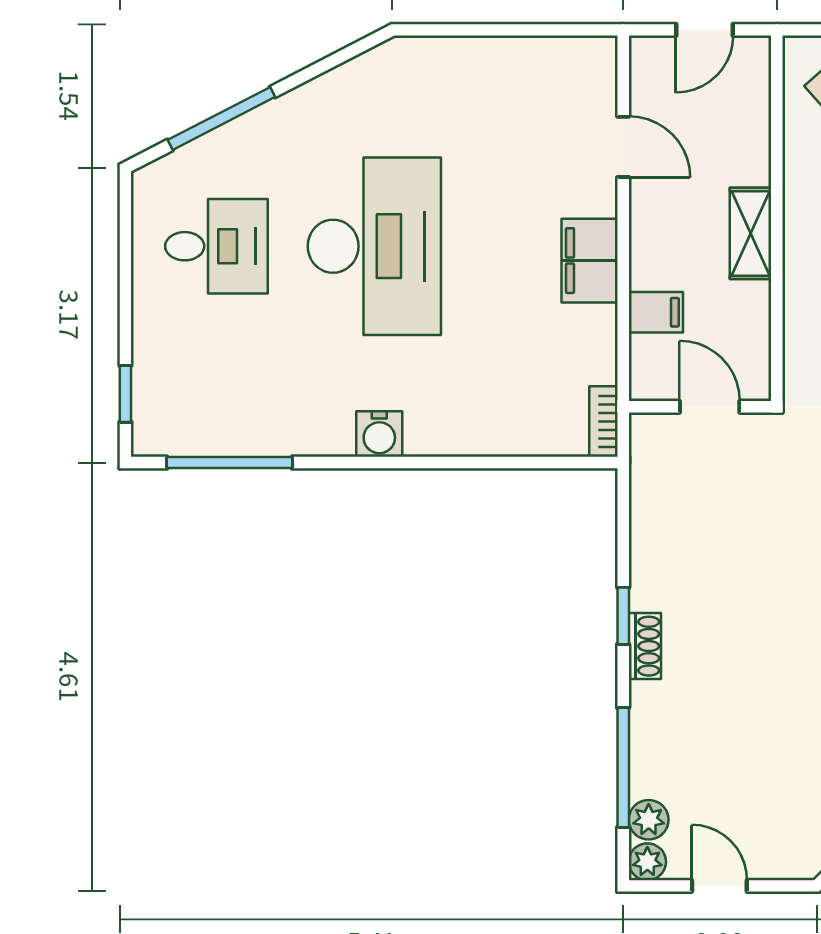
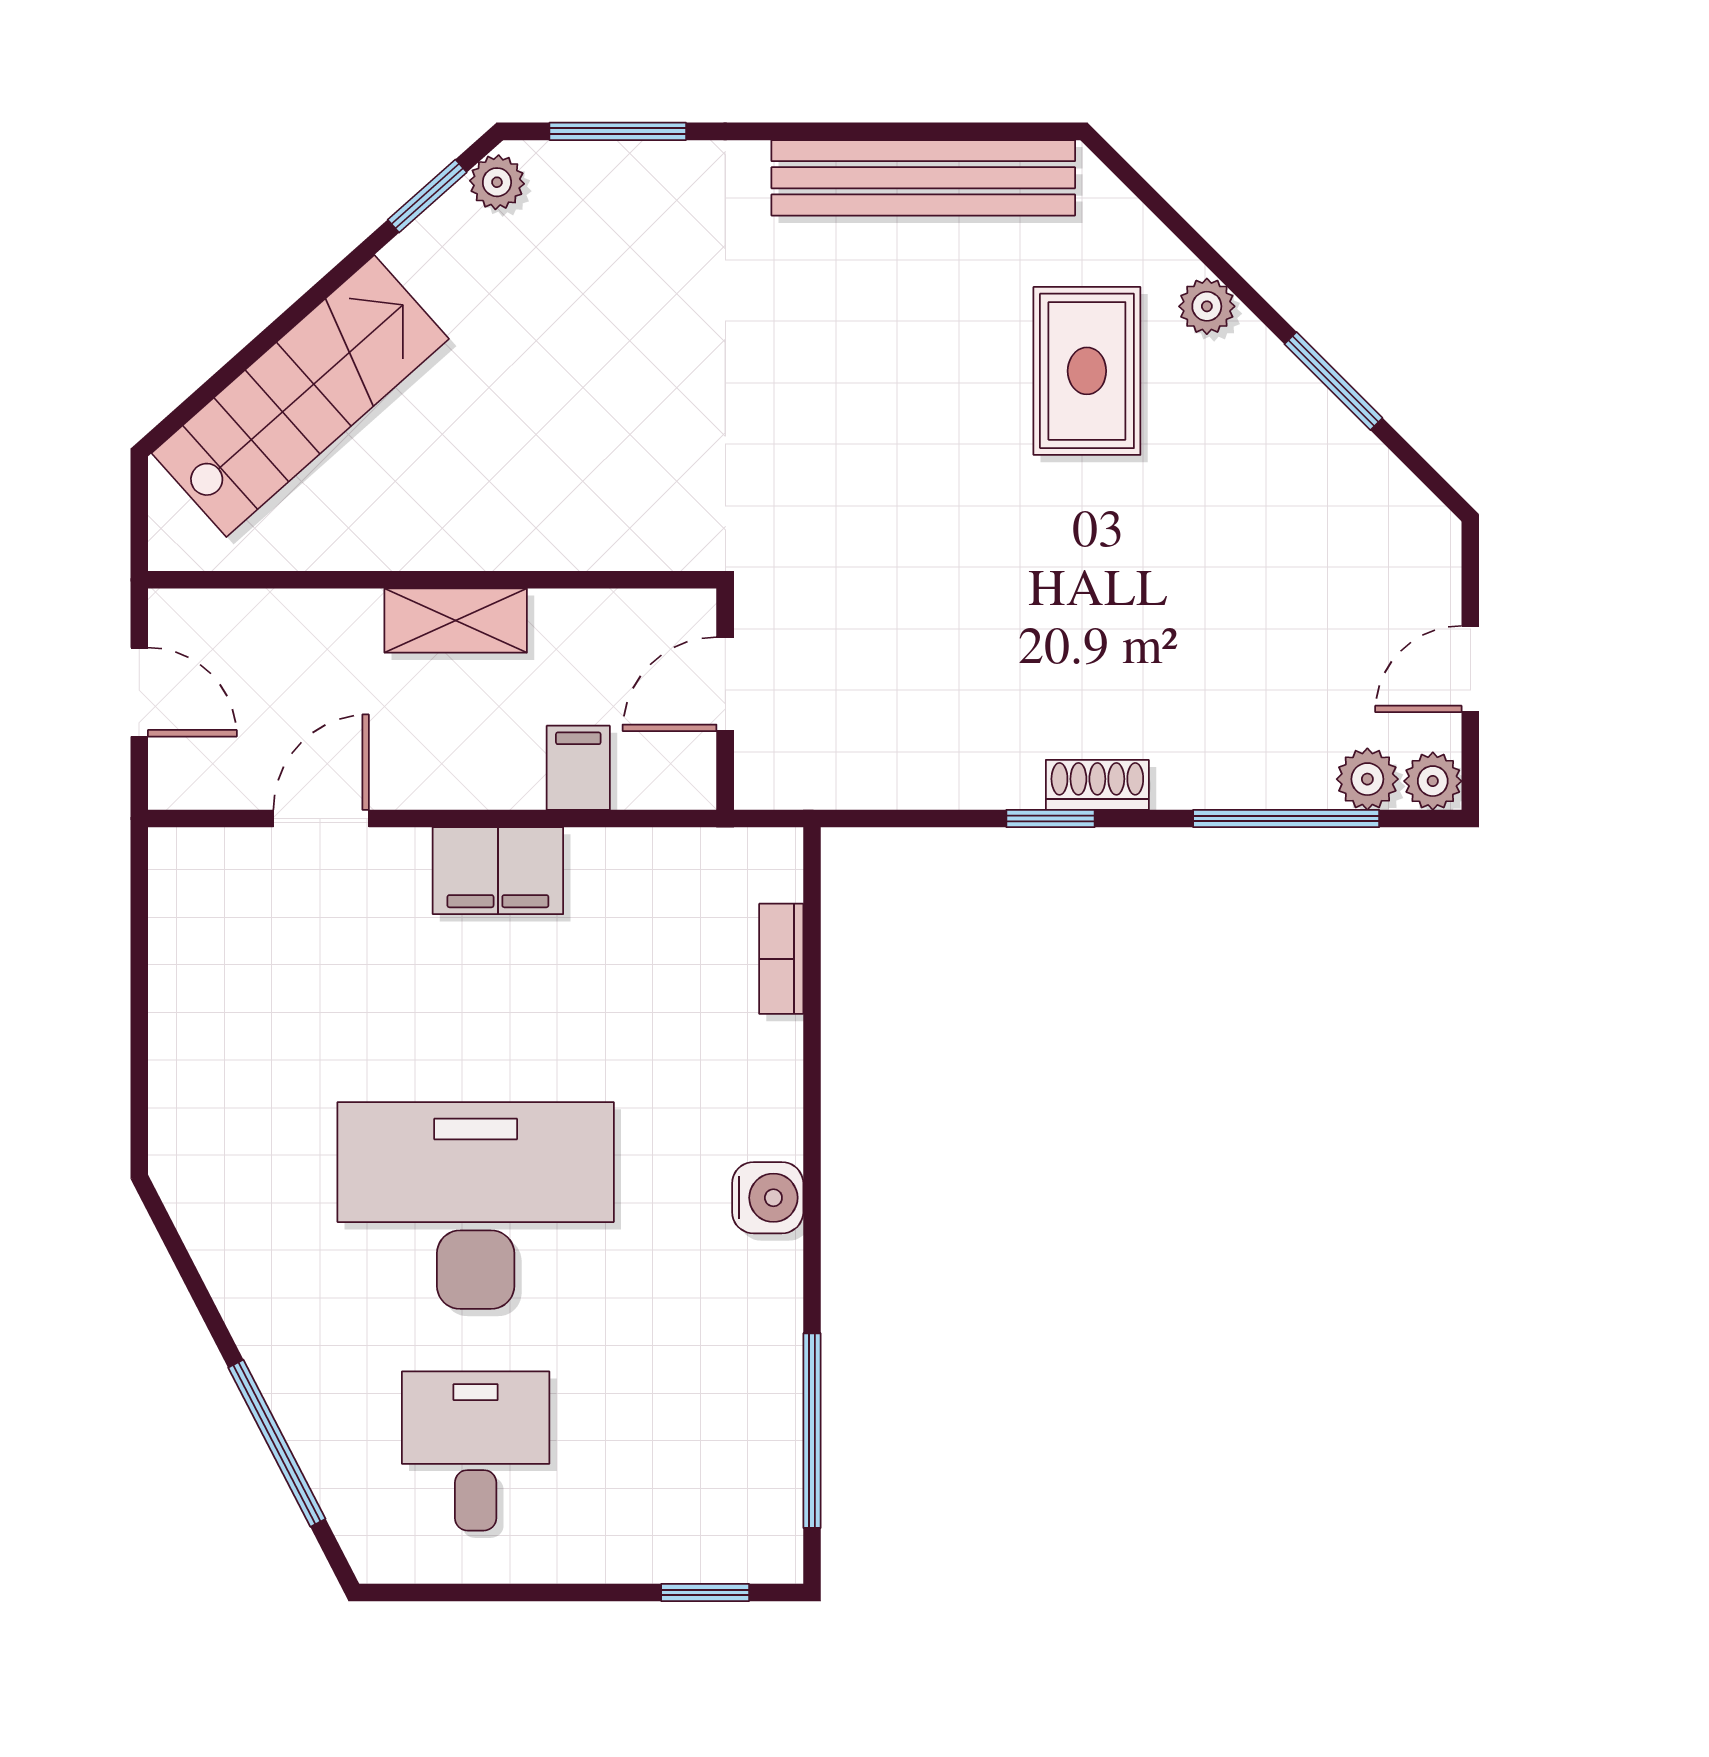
bookcase: (603, 422) -> (781, 959), moved, turned 90

